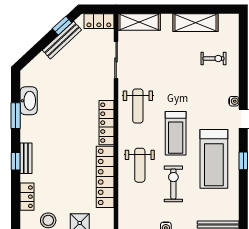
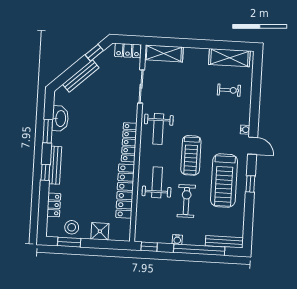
shelving: (195, 23) -> (229, 58), moved
bench: (62, 40) -> (81, 76), moved
bench: (26, 158) -> (55, 165), width x1.36
weight bench: (140, 165) -> (157, 182), turned 180

